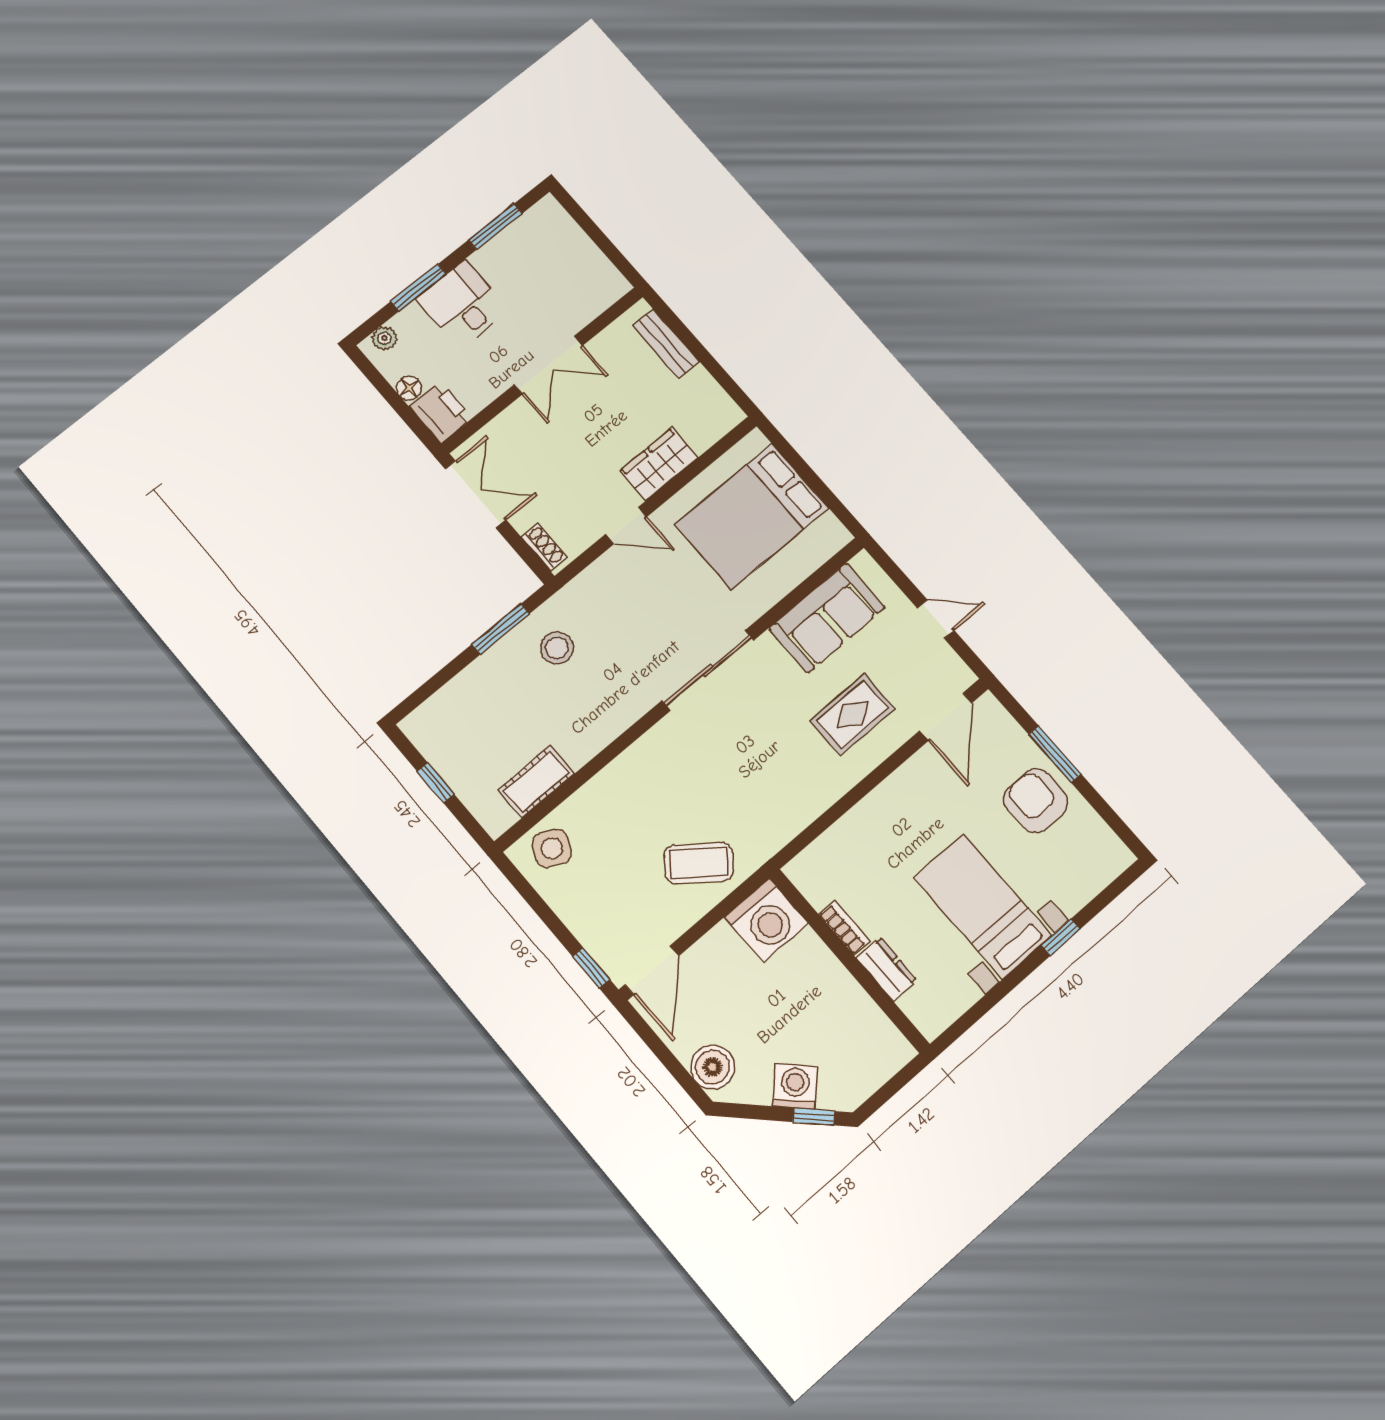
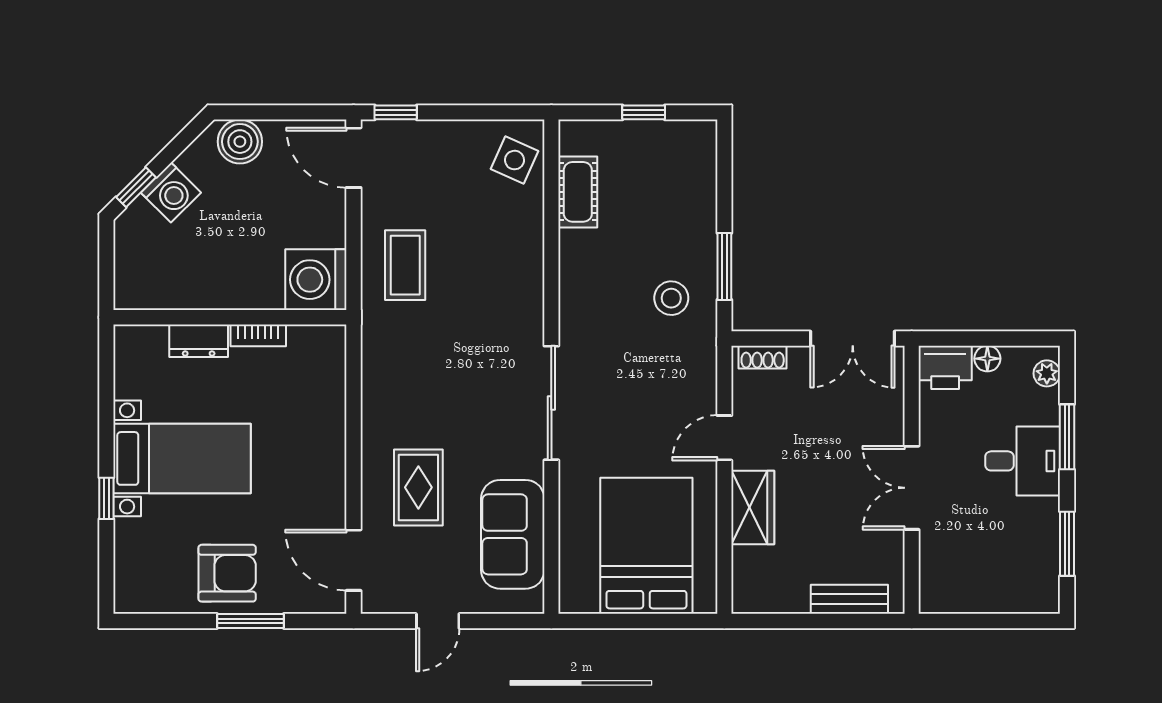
coffee table: (699, 863) -> (405, 265), turned -37

